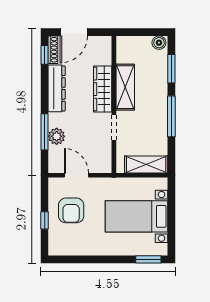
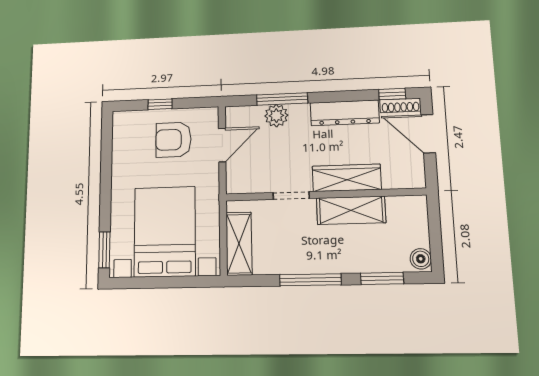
bed with nightstands: (137, 216) -> (165, 232), width x1.36

